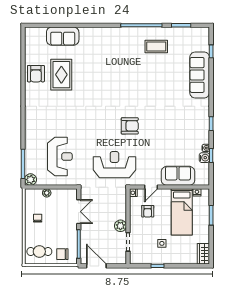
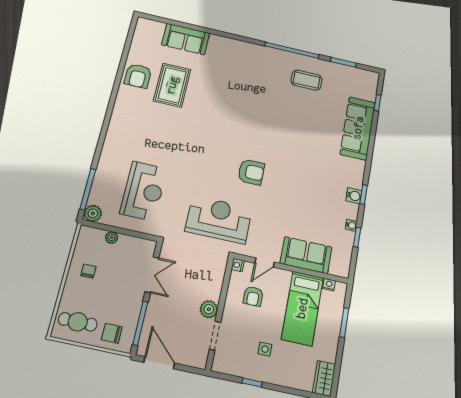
water cooler: (204, 158) -> (354, 196), moved

